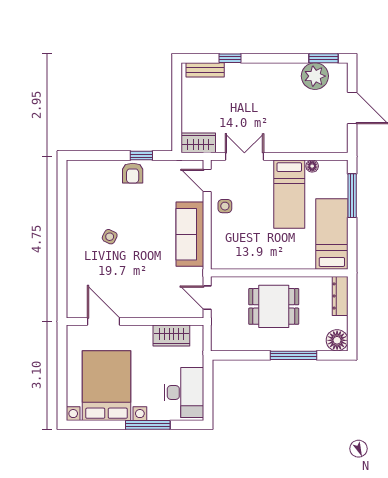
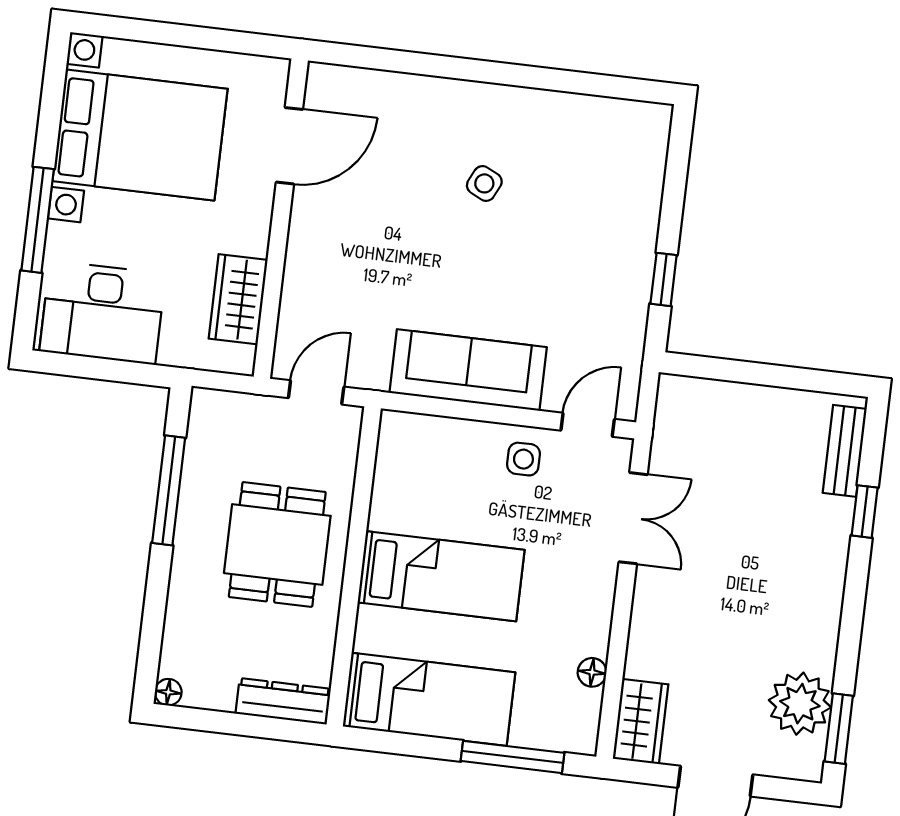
wardrobe: (198, 143) -> (640, 721), moved
armchair: (133, 173) -> (625, 254), removed
bed: (289, 194) -> (441, 576), moved, turned 180
floor lamp: (337, 340) -> (168, 692), width x0.53, depth x0.53
window: (293, 355) -> (169, 490), moved

